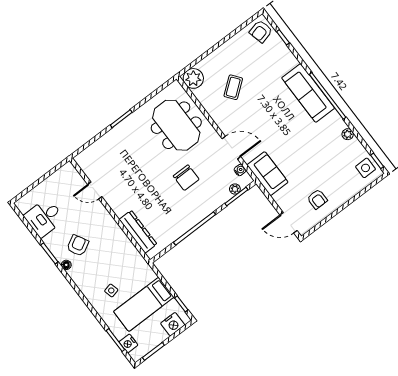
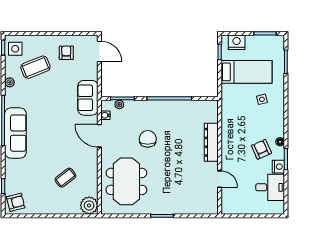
coffee table: (335, 165) -> (35, 67), added
dresser: (138, 232) -> (211, 142), moved
armchair: (78, 246) -> (261, 149), turned 95
nightstand: (128, 343) -> (278, 167), moved

